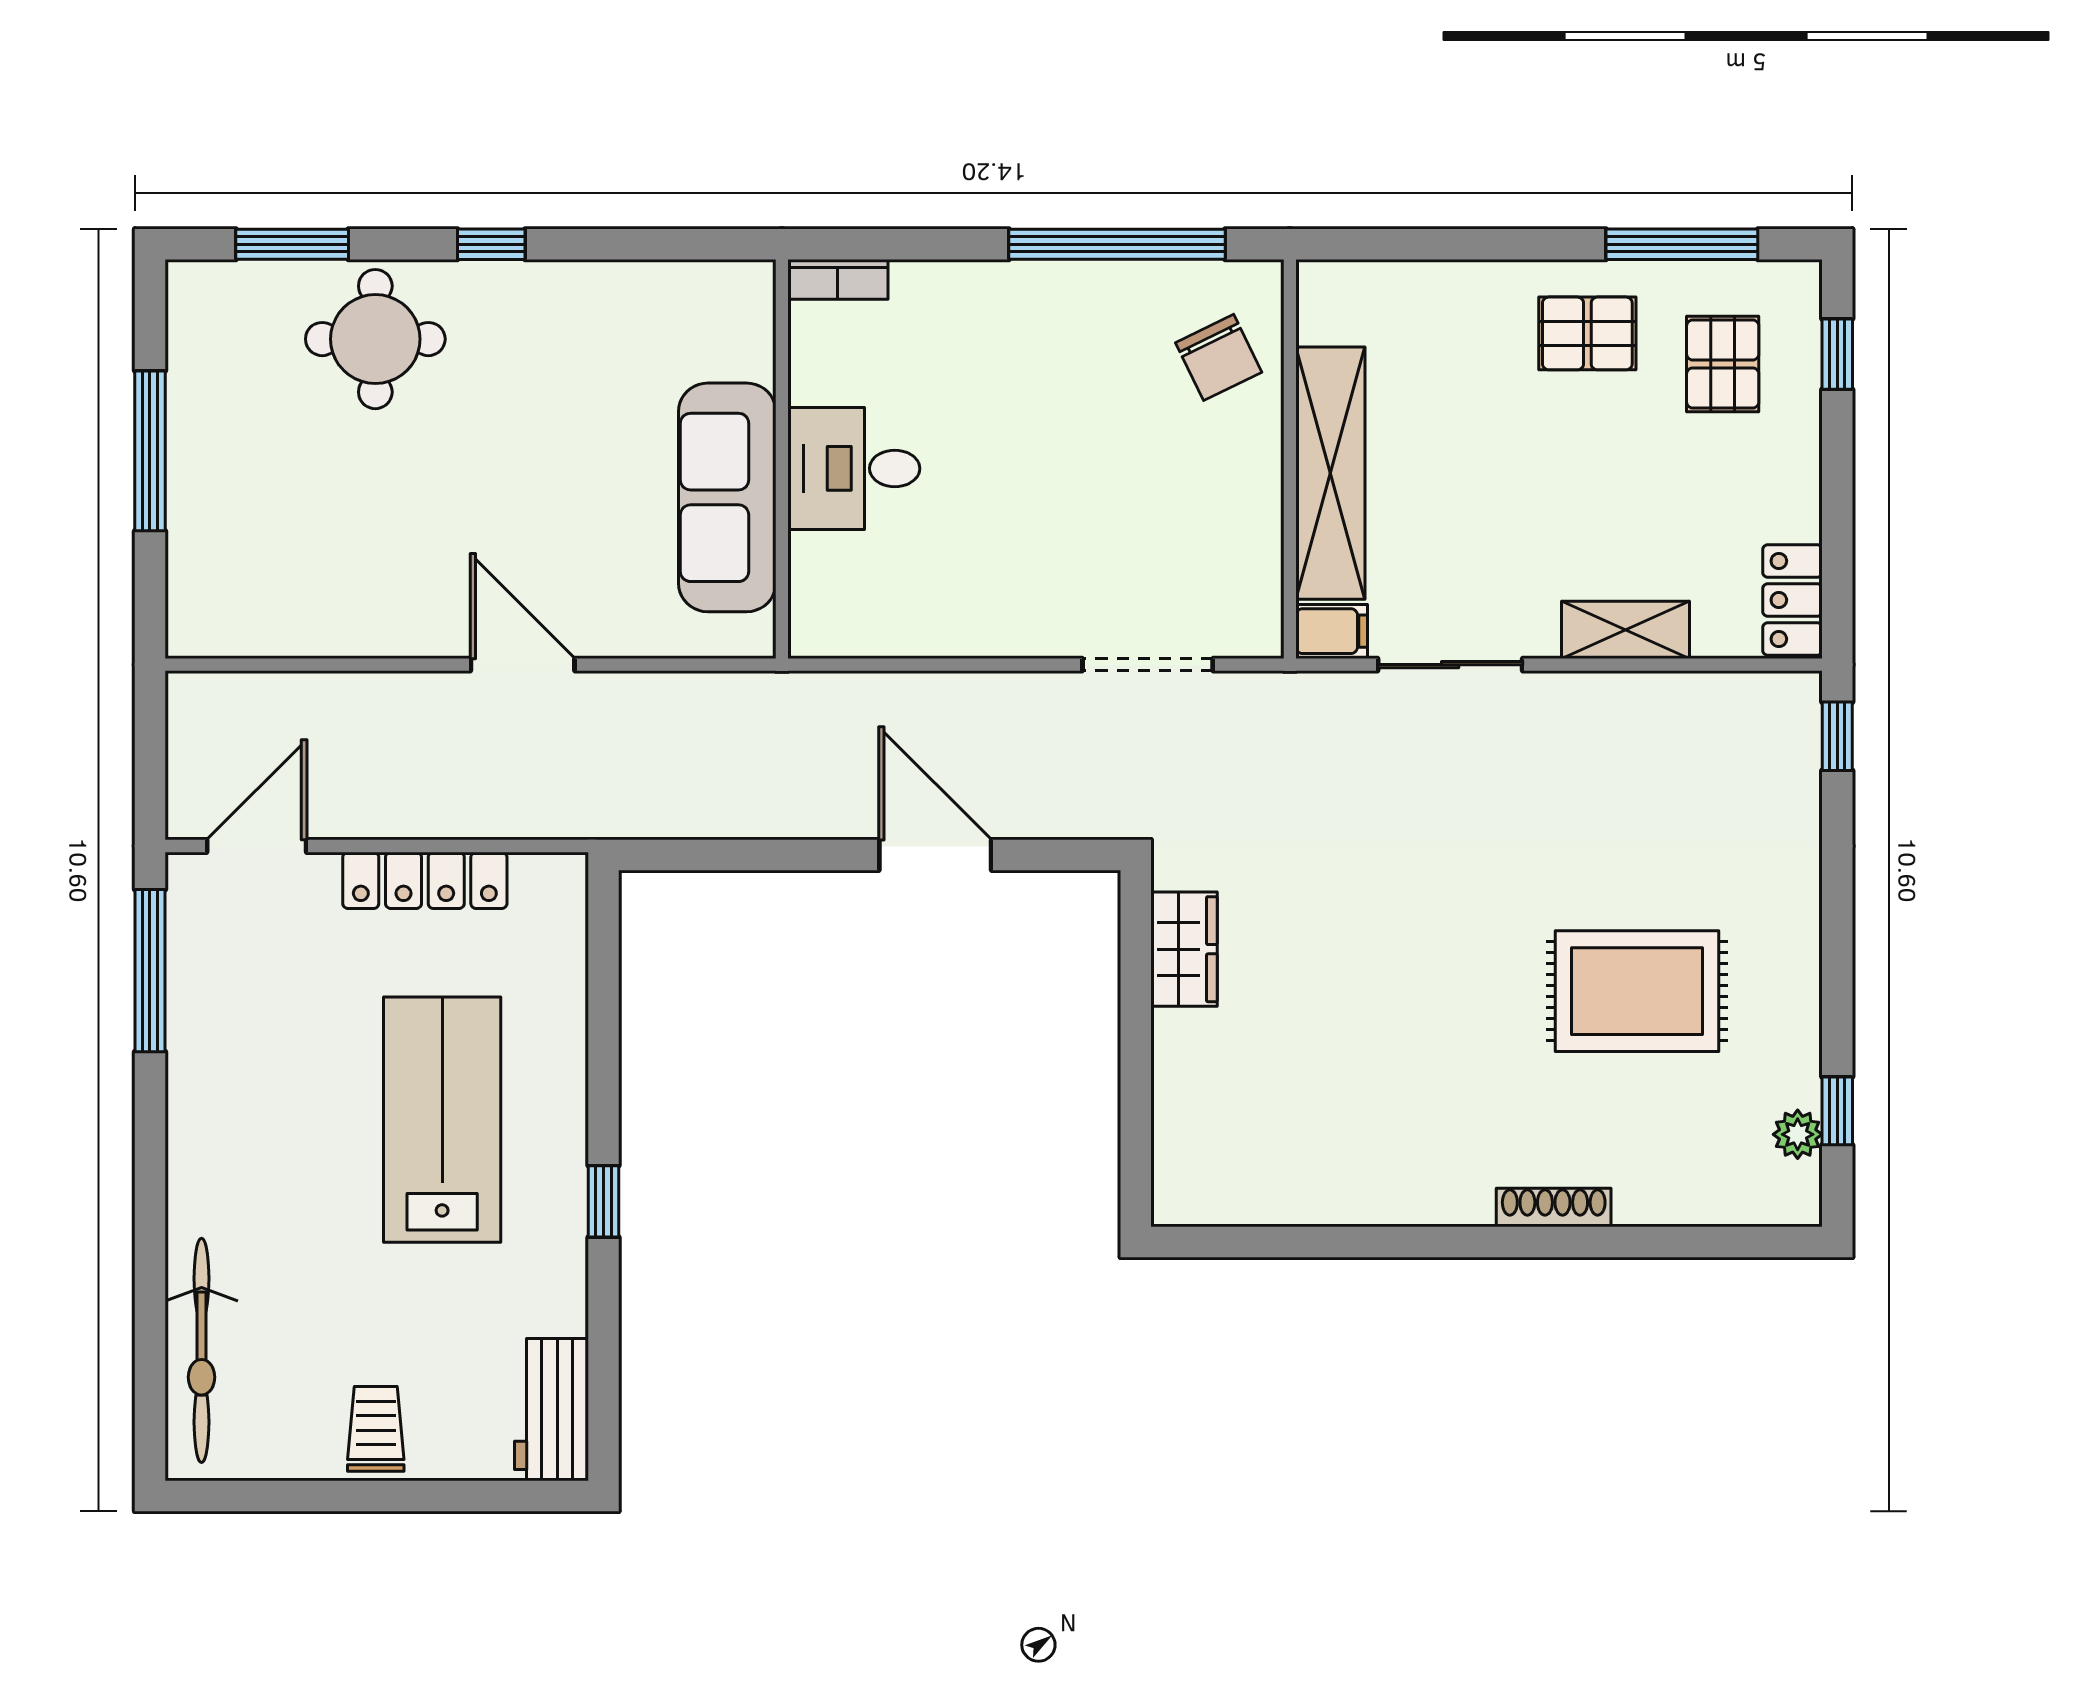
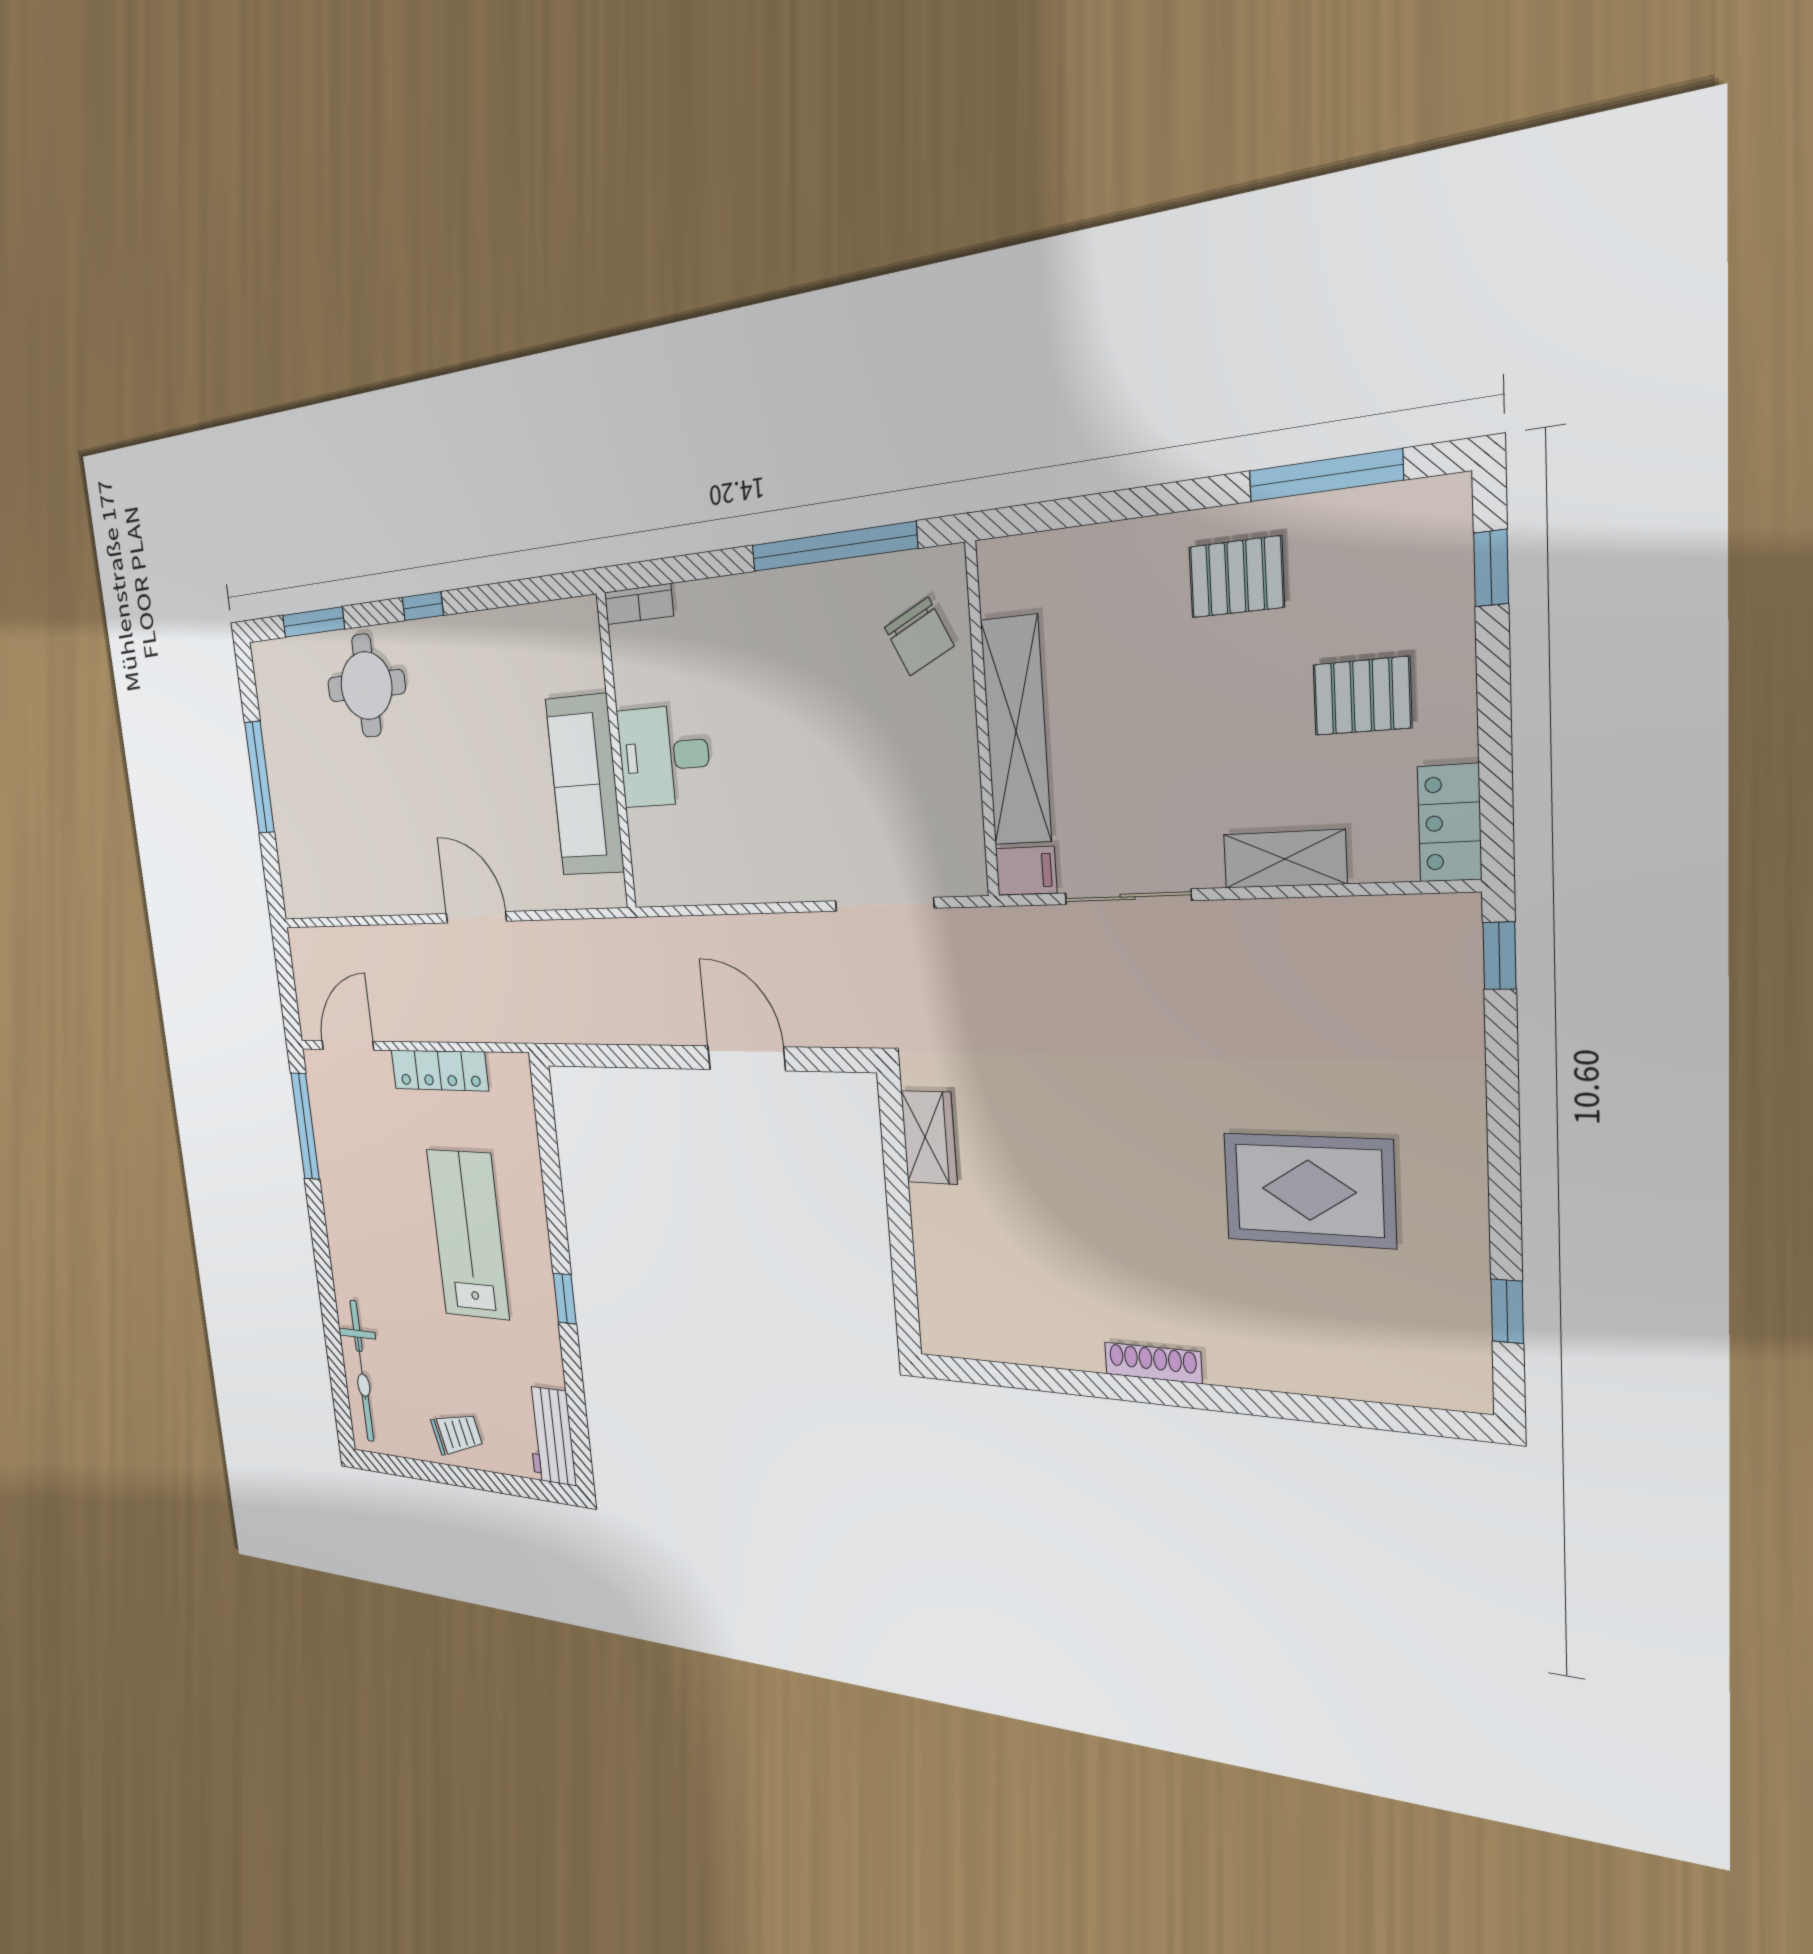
pallet: (1723, 364) -> (1362, 696), moved, turned 90
plant: (1798, 1134) -> (1468, 1329), removed
shoe rack: (1554, 1208) -> (1153, 1363), moved
trolley: (376, 1429) -> (457, 1434), turned 75

